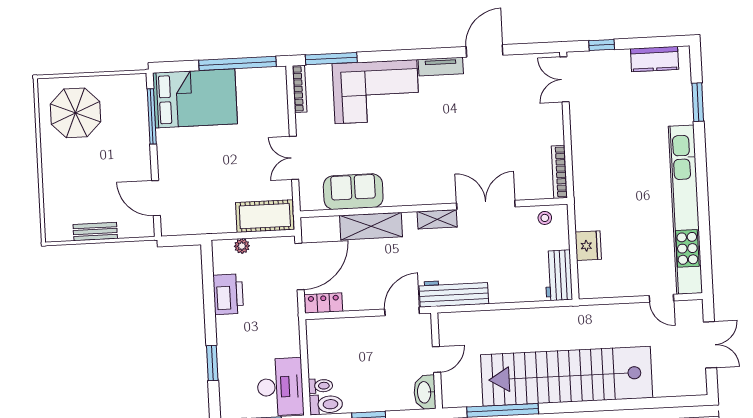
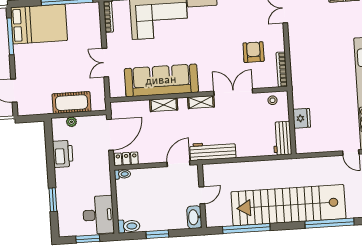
armchair: (517, 145) -> (254, 52), added
sofa: (353, 192) -> (161, 80), width x1.85, depth x1.27
cot: (265, 216) -> (72, 103), moved
shelving: (371, 226) -> (164, 105), width x0.67, depth x0.75
toilet: (321, 386) -> (122, 174), moved
window: (628, 404) -> (329, 223), added

